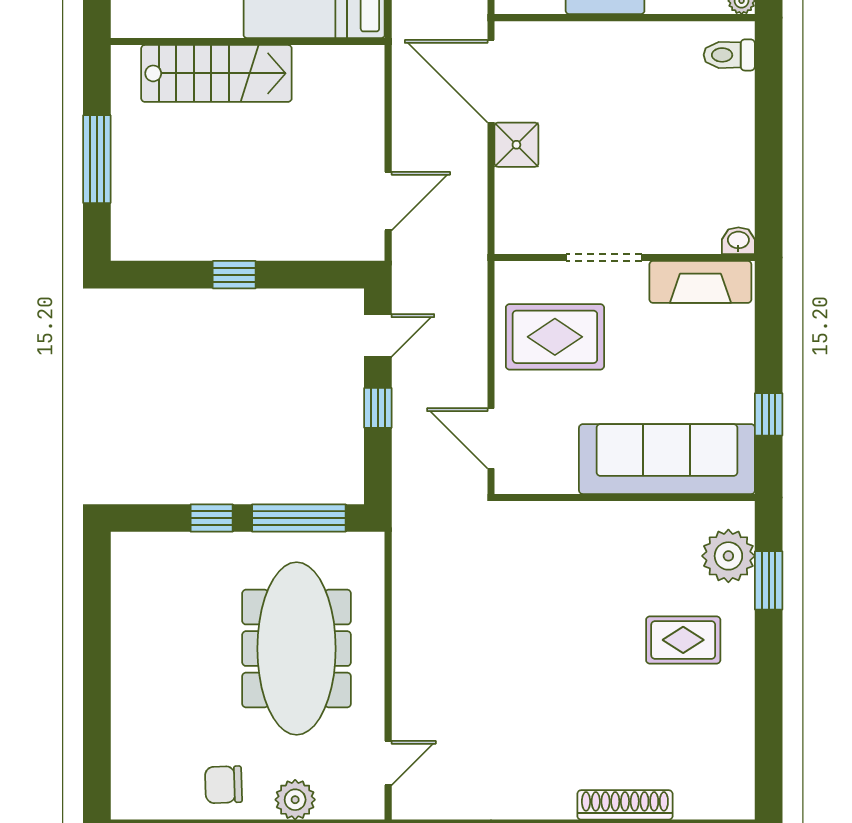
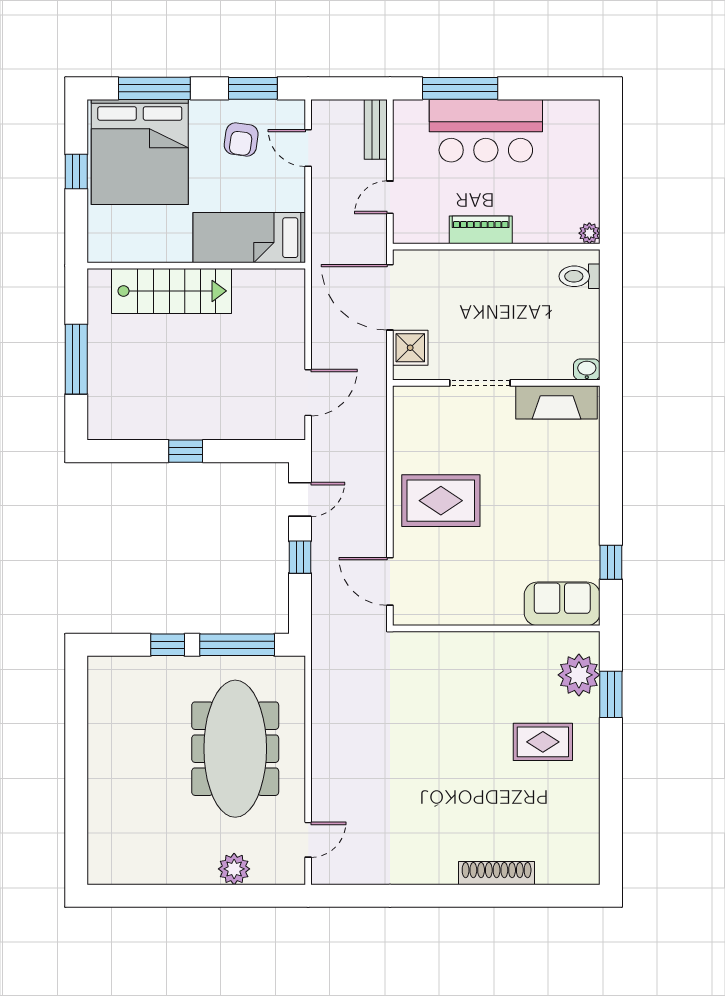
washbasin: (738, 241) -> (587, 370), moved
doorway: (604, 258) -> (480, 383), moved
wall: (625, 258) -> (496, 383), moved
fireplace: (700, 282) -> (557, 402), moved
sofa: (667, 459) -> (562, 604), width x0.54, depth x0.79
chair: (223, 785) -> (177, 857), removed

